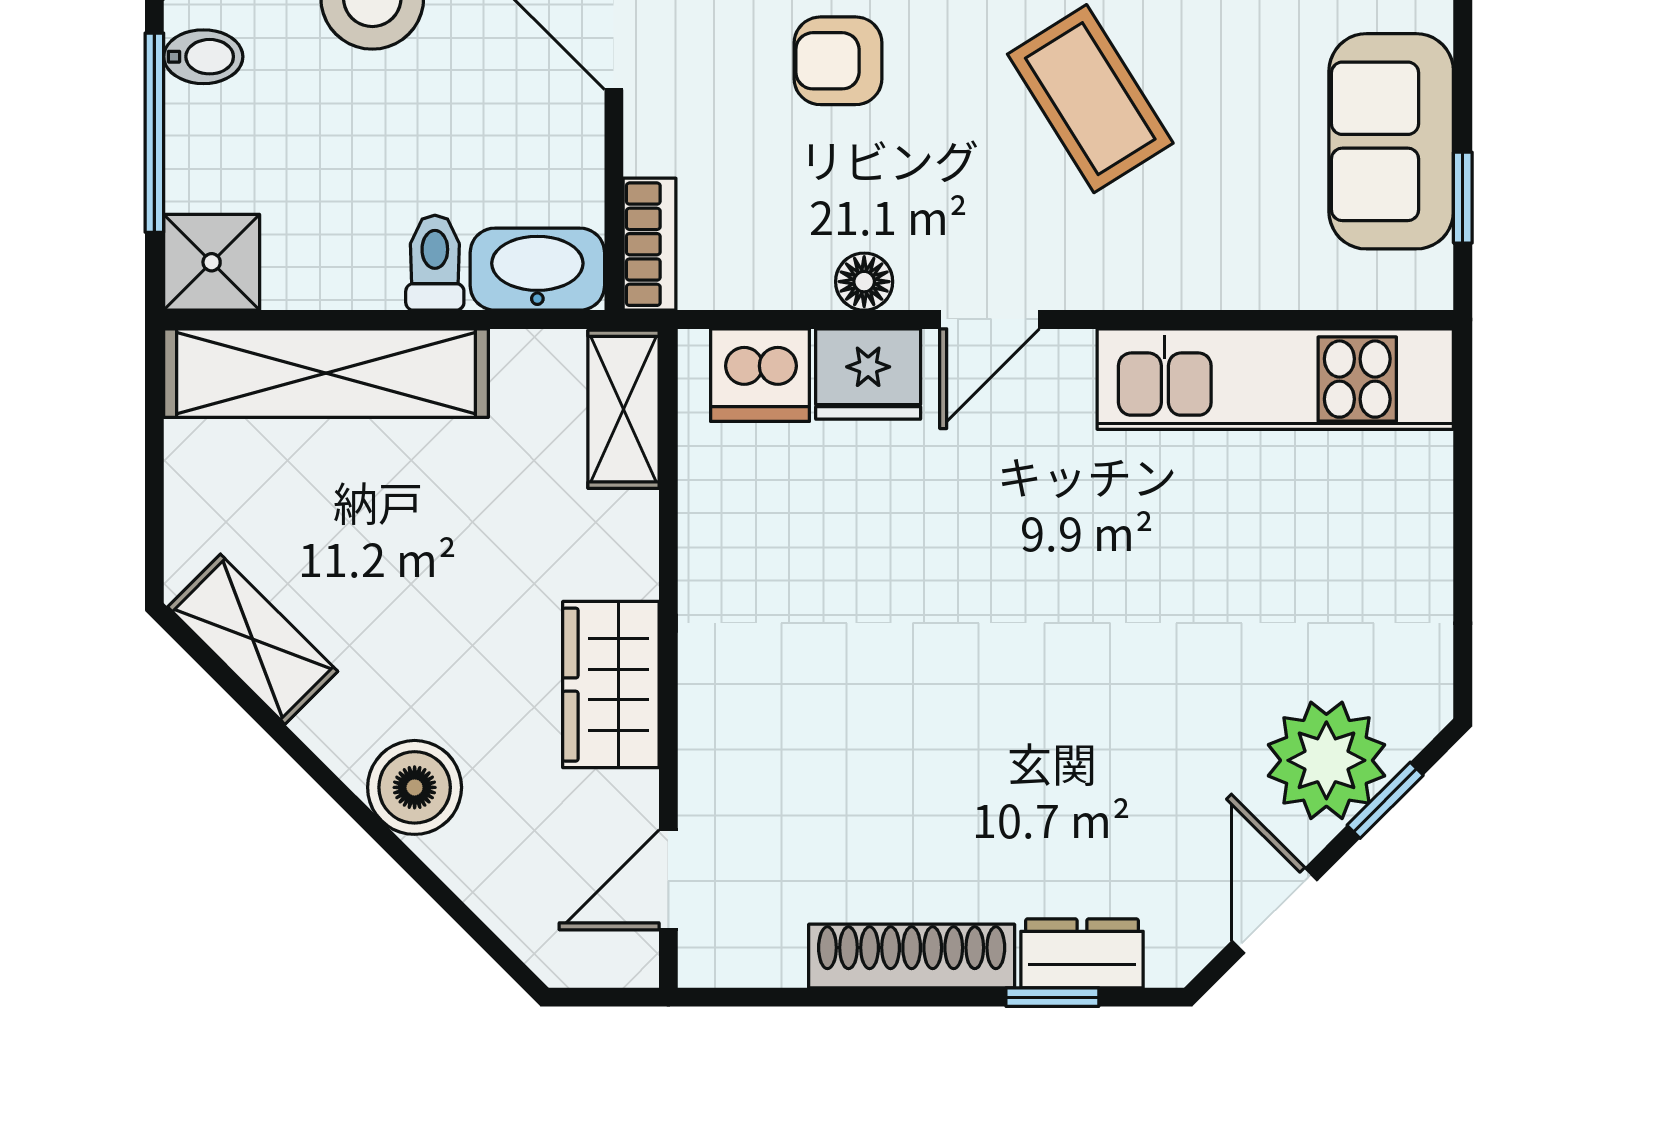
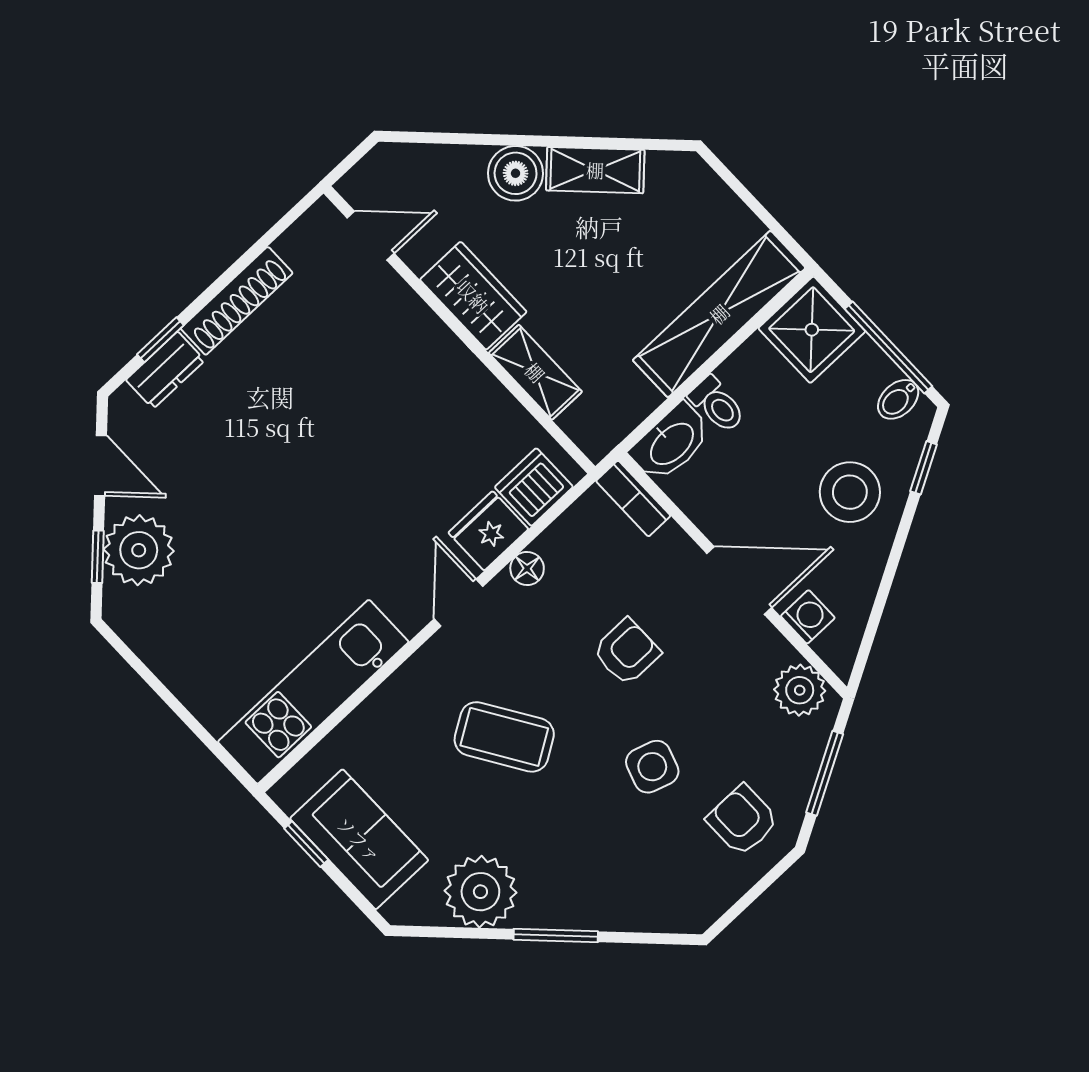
shower: (212, 262) -> (812, 330), width x1.36, depth x1.36
shelving: (623, 409) -> (535, 372), moved
shelving: (253, 639) -> (595, 170), moved
door: (668, 880) -> (371, 236), hinge flipped

